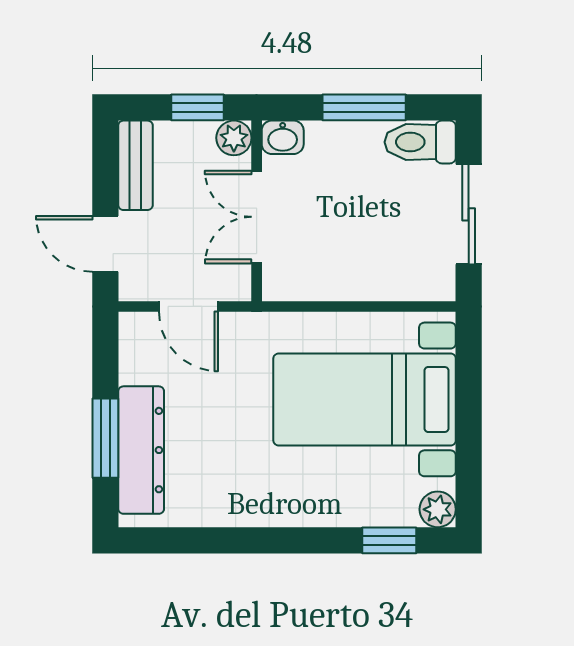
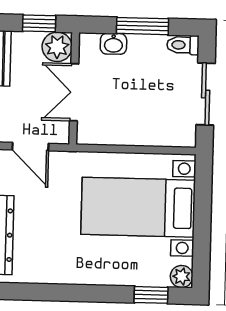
washbasin: (283, 137) -> (113, 44), moved
plant: (234, 138) -> (57, 47), width x1.38, depth x1.38
toilet: (420, 142) -> (183, 45), width x0.73, depth x0.72

